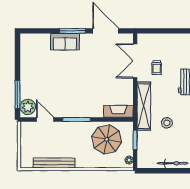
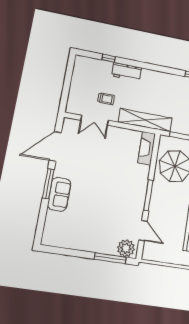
double door: (135, 61) -> (95, 120), width x0.73
door: (45, 119) -> (143, 231), swing flipped
stool: (167, 123) -> (167, 99), removed

